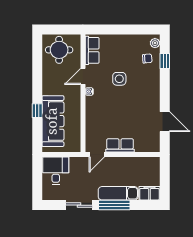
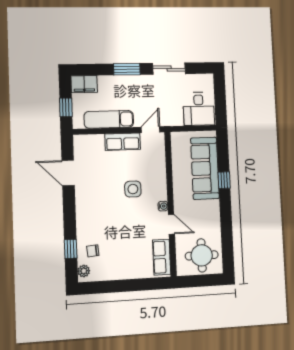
door: (83, 76) -> (171, 224), hinge flipped
side table: (119, 79) -> (133, 189), moved
window: (165, 175) -> (66, 107), added
exam couch: (118, 193) -> (109, 119), moved, turned 180
window: (114, 205) -> (127, 69), width x0.69

